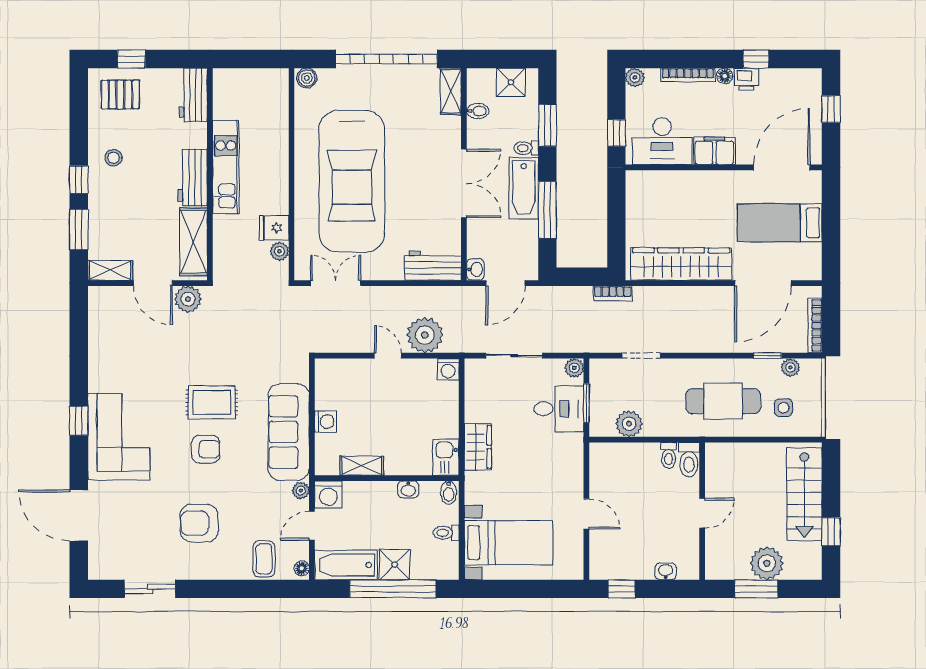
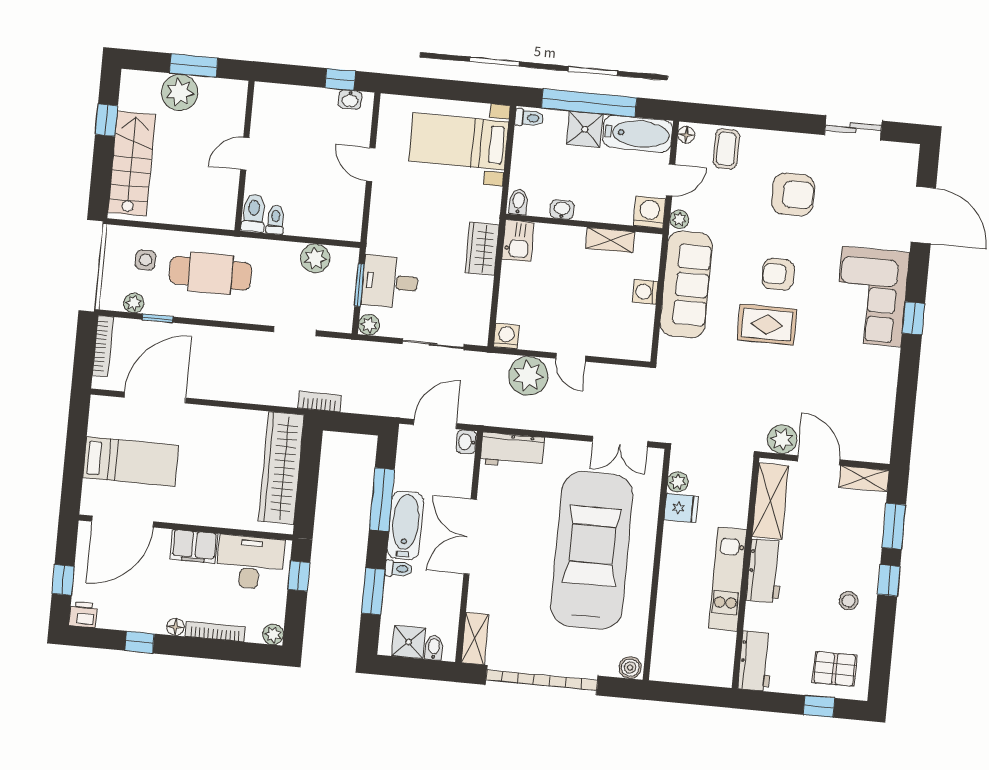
printer: (747, 79) -> (83, 615), moved
bidet: (478, 111) -> (434, 648), moved, turned 90
wardrobe: (681, 264) -> (281, 468), moved, turned 90
toilet: (446, 533) -> (529, 118), moved
washbasin: (666, 571) -> (350, 100), moved

